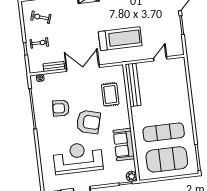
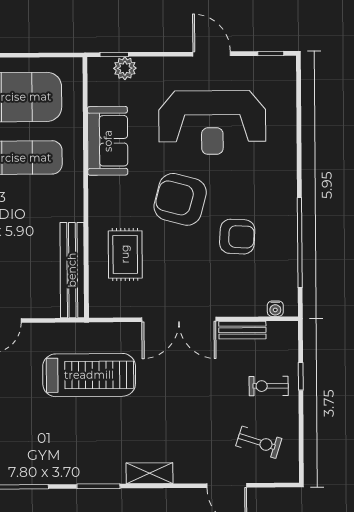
treadmill: (120, 39) -> (89, 375), turned 180
plant: (132, 176) -> (125, 68), moved

